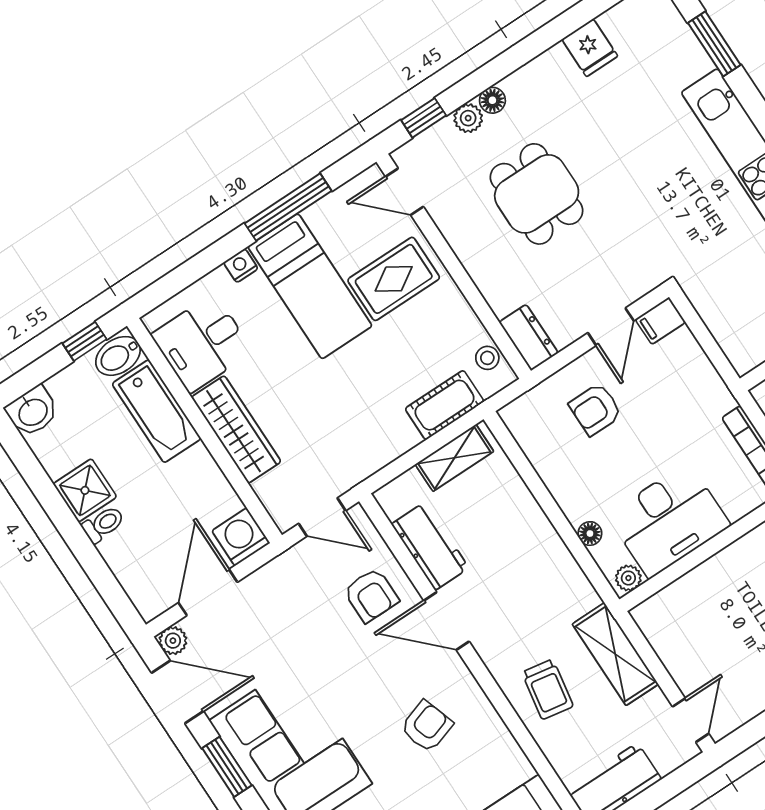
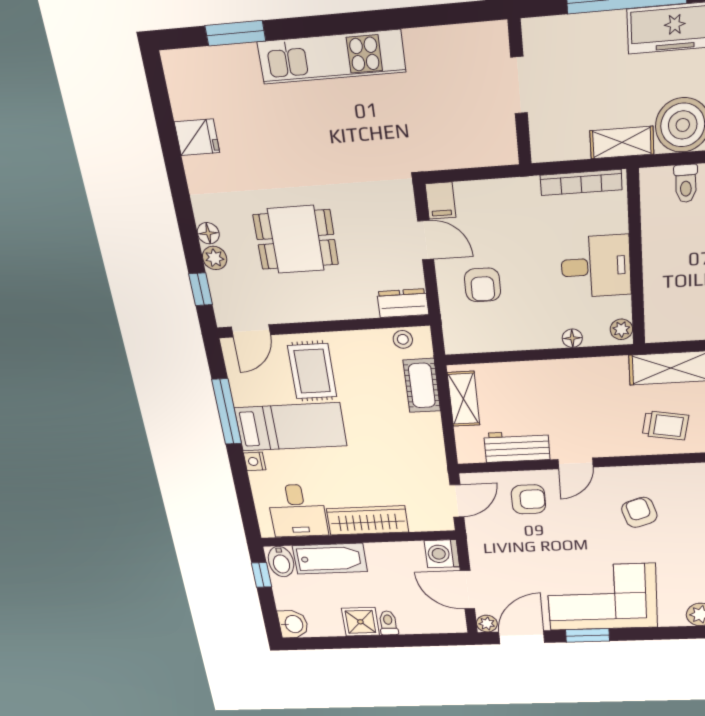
desk: (669, 520) -> (596, 266), width x0.73
door: (446, 621) -> (576, 463), width x0.73

